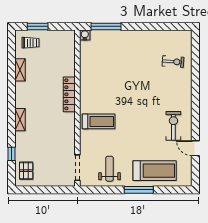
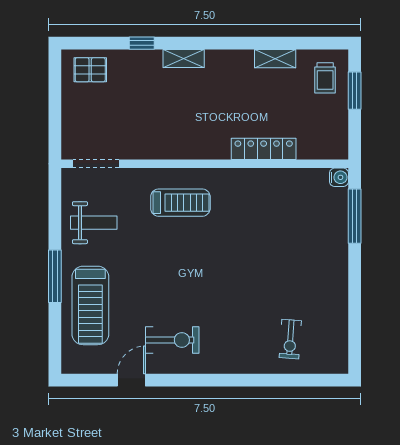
locker: (69, 94) -> (264, 149), moved
treadmill: (99, 121) -> (180, 203), turned -90
window: (12, 154) -> (142, 43), moved

